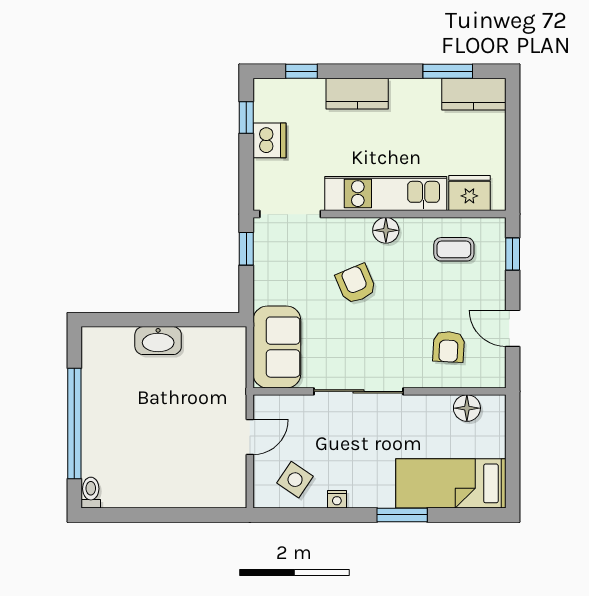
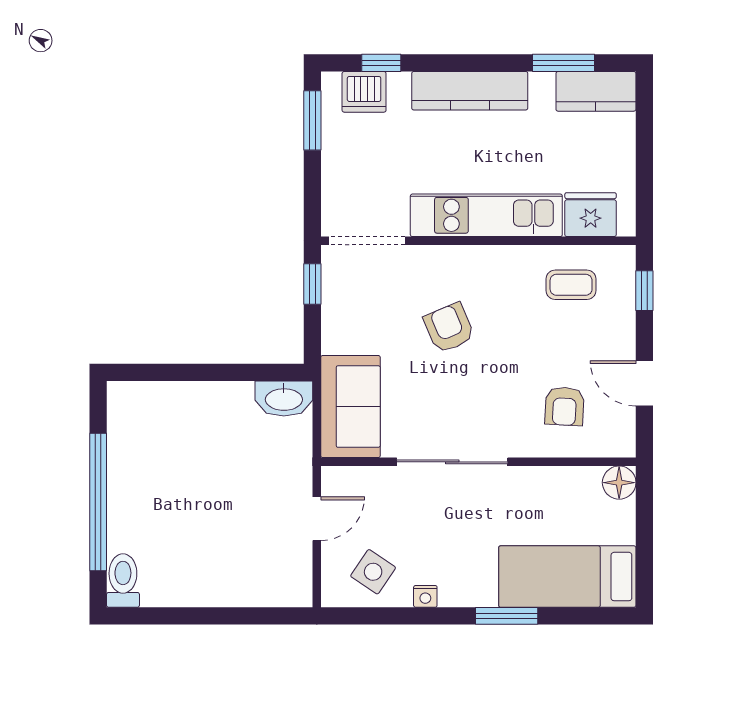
kitchen counter: (357, 94) -> (470, 91), width x1.50
window: (246, 117) -> (312, 120), width x1.50
dishwasher: (270, 140) -> (364, 92), moved, turned 90
floor lamp: (386, 230) -> (486, 261), removed
washbasin: (158, 341) -> (284, 398), moved
floor lamp: (467, 408) -> (619, 483), moved
toilet: (91, 493) -> (123, 580), width x1.37, depth x1.39

